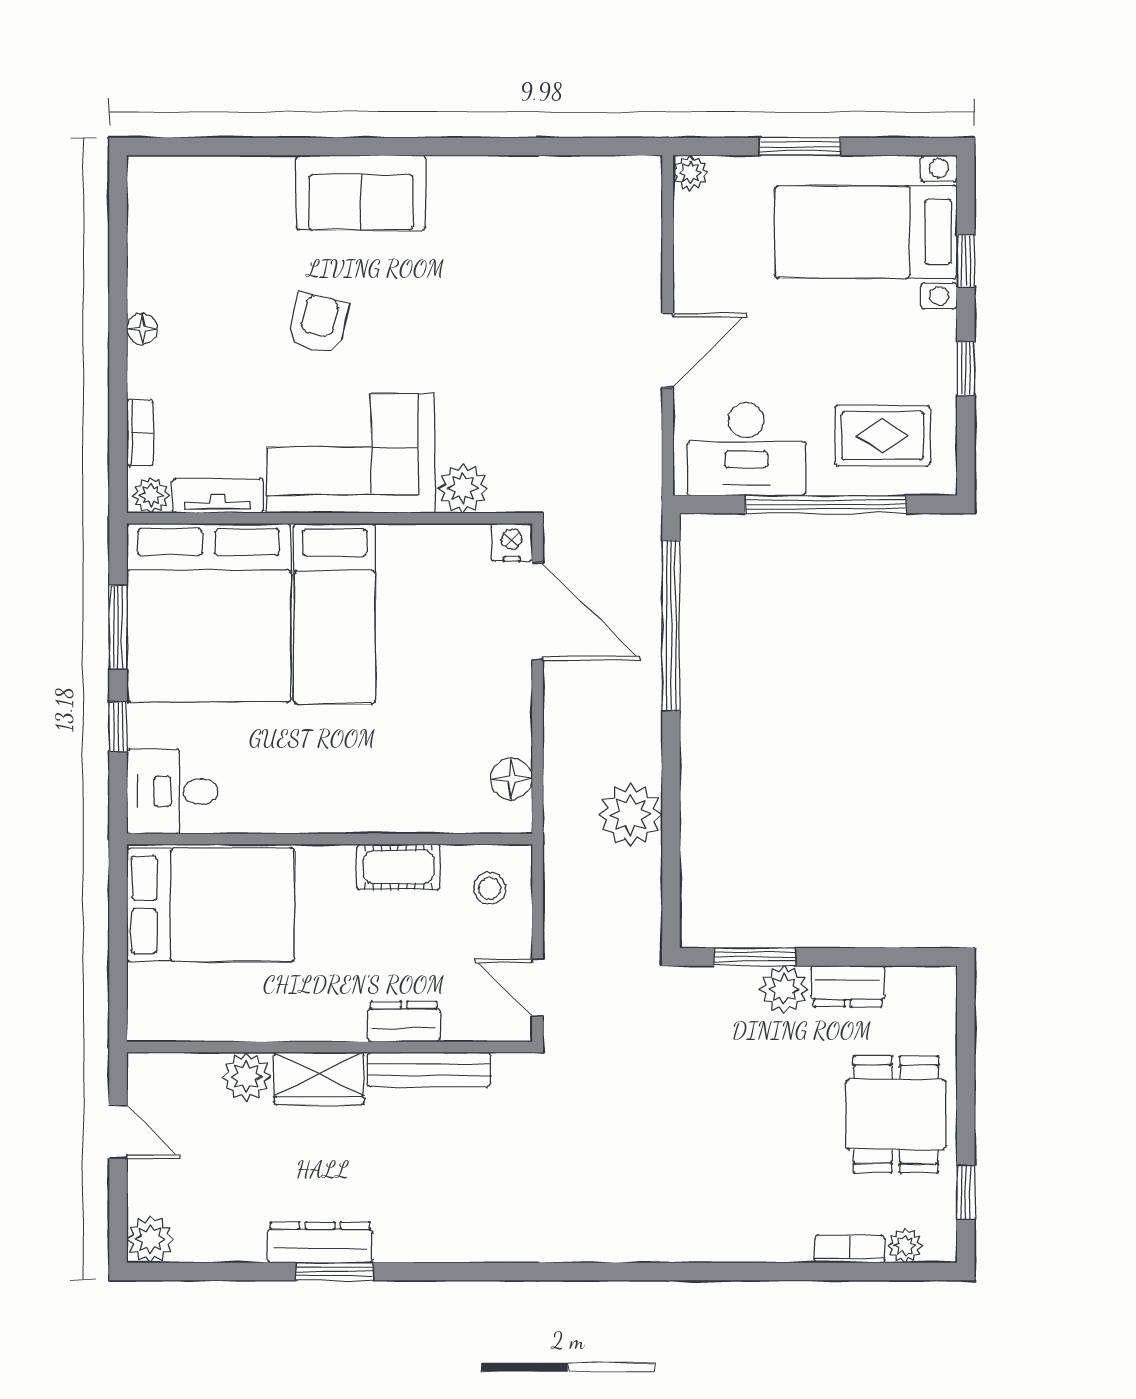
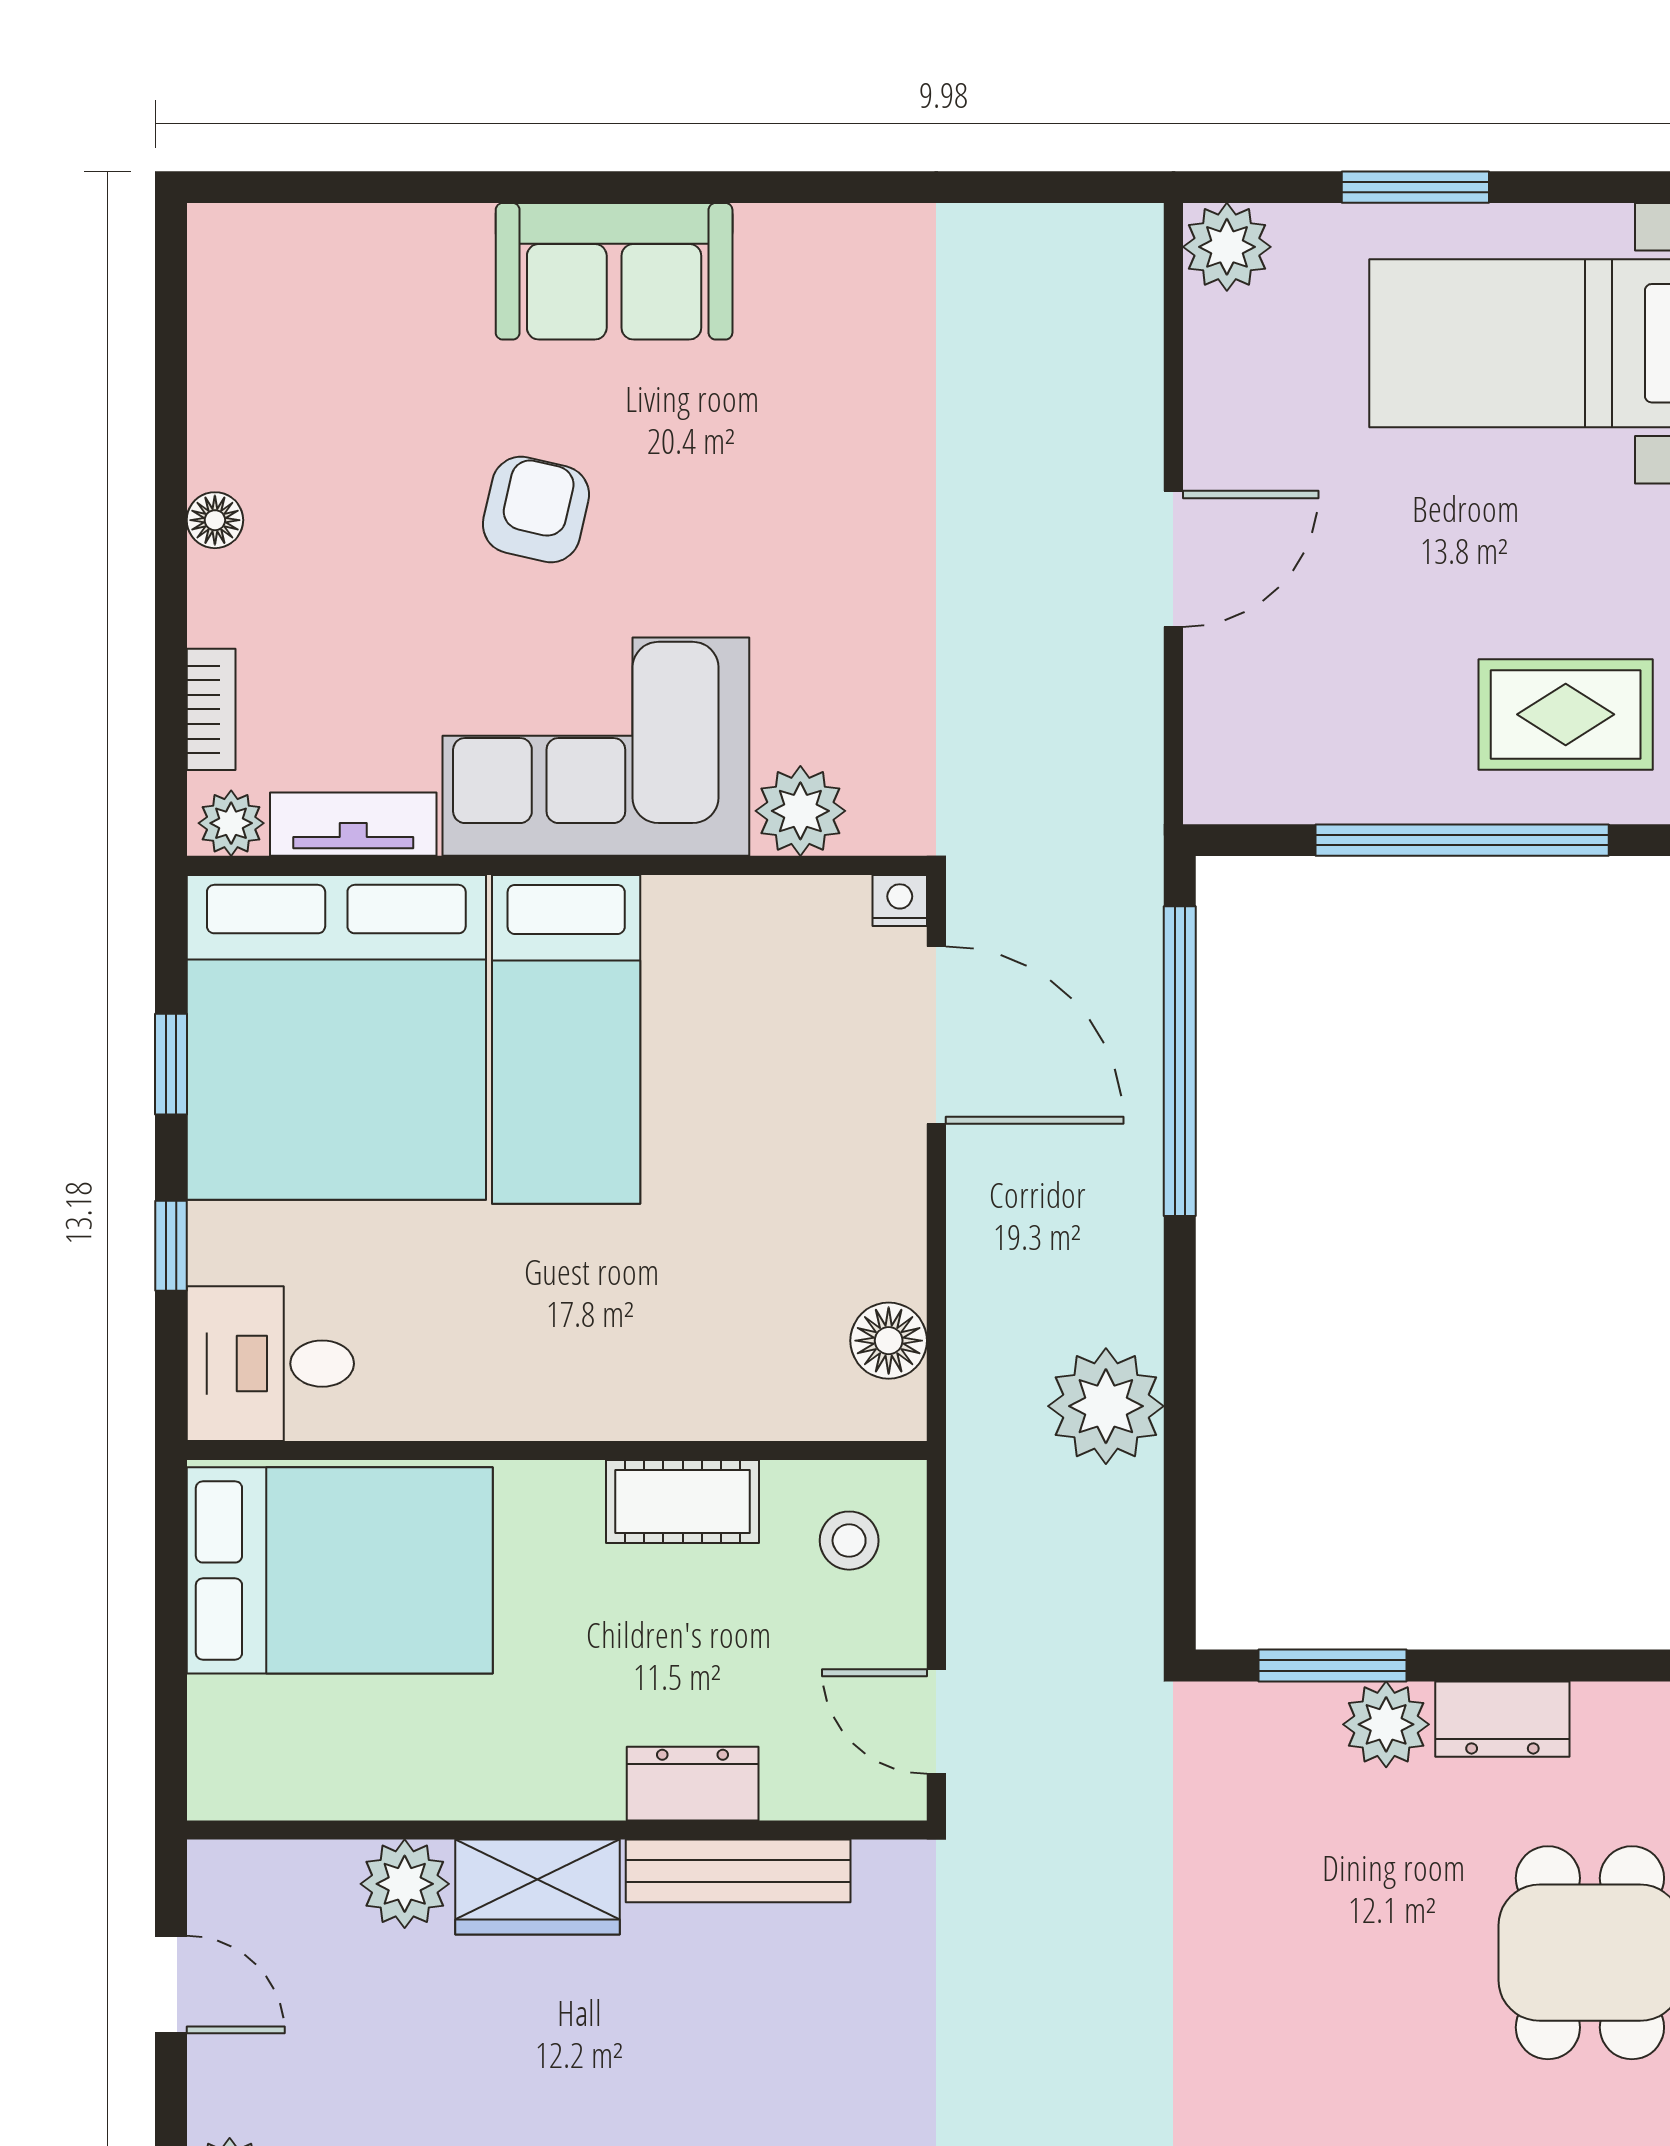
plant: (690, 173) -> (1227, 247), width x1.38, depth x1.38
desk: (746, 449) -> (1317, 739), removed
nightstand: (512, 542) -> (900, 900), width x0.72, depth x0.74
window: (118, 627) -> (171, 1064), width x0.67

